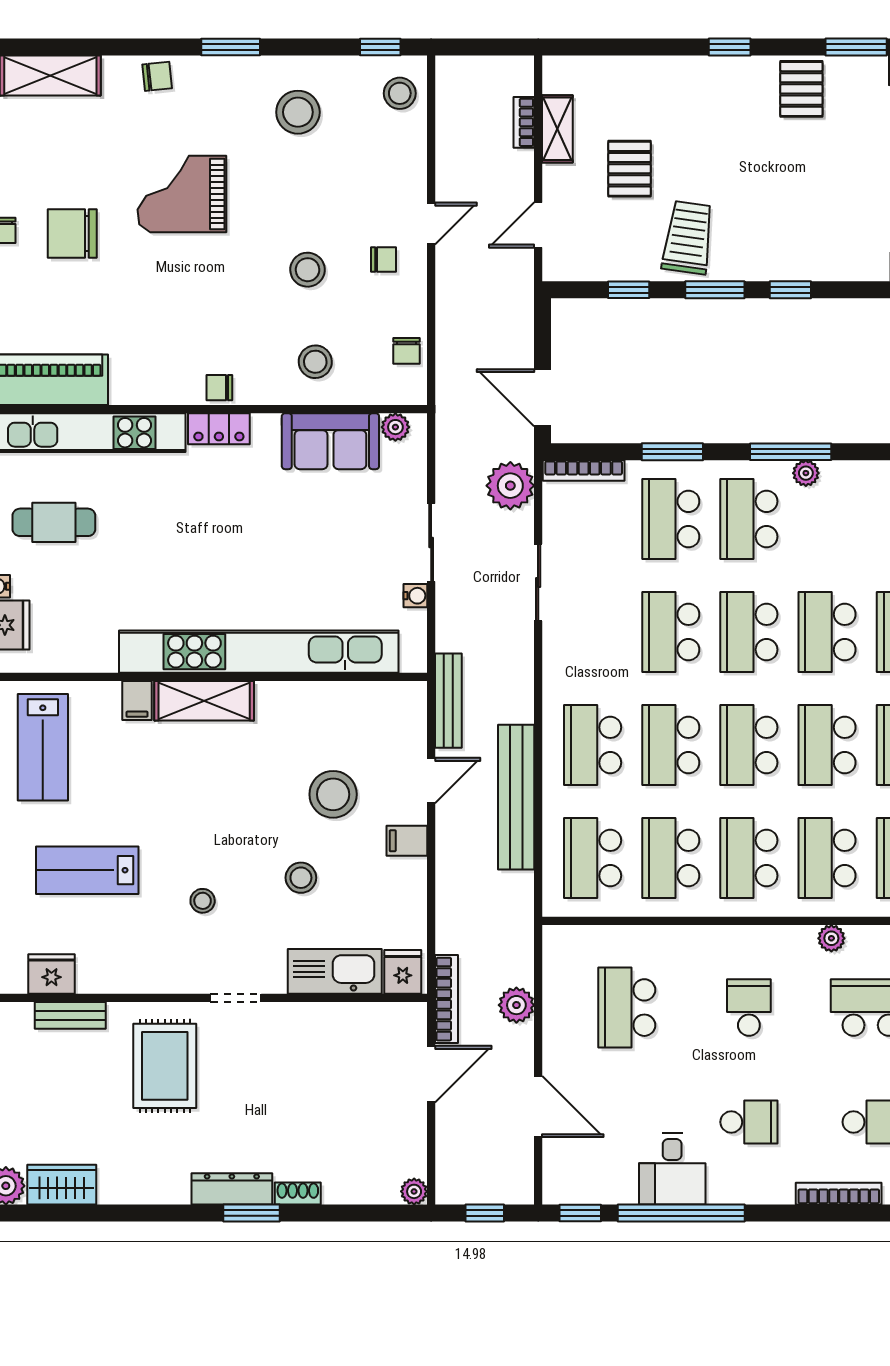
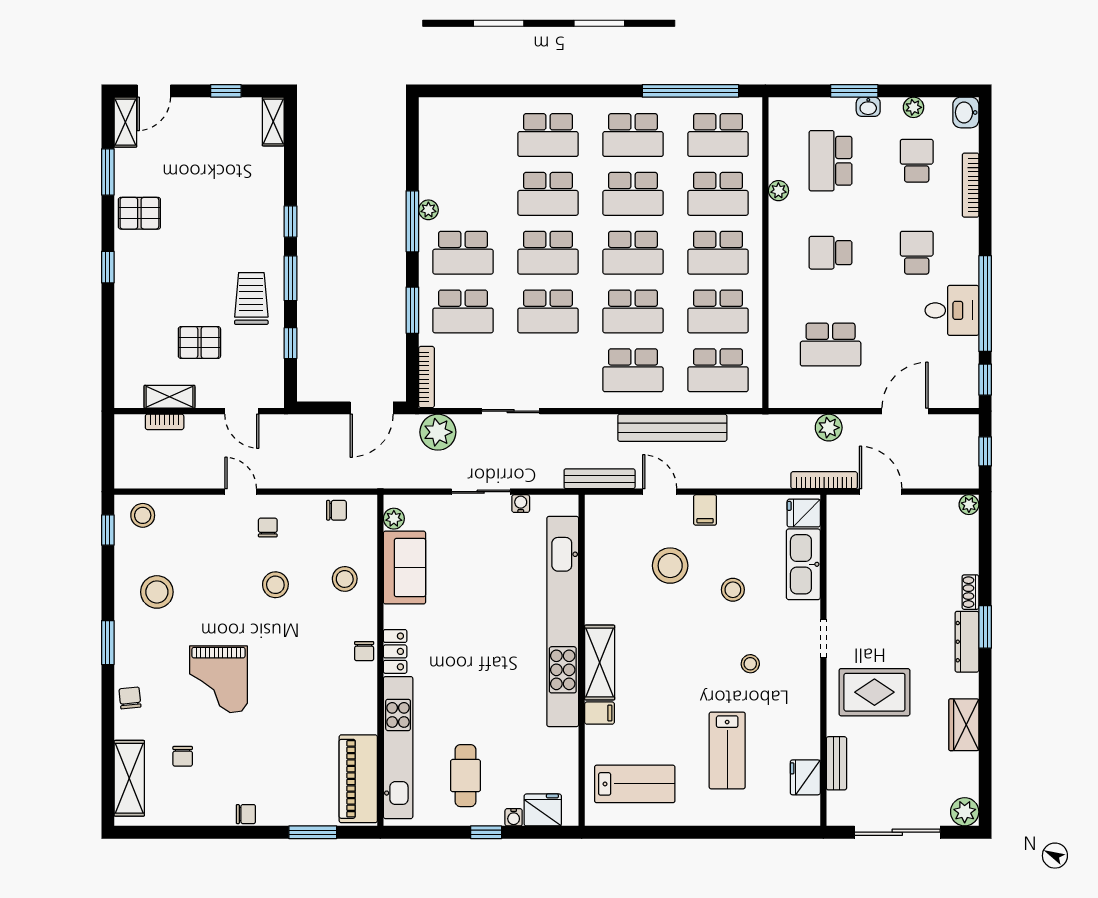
chair: (72, 234) -> (183, 756), moved, width x0.54, depth x0.54
trolley: (688, 238) -> (251, 298), turned 82
wardrobe: (62, 1185) -> (964, 725), moved

